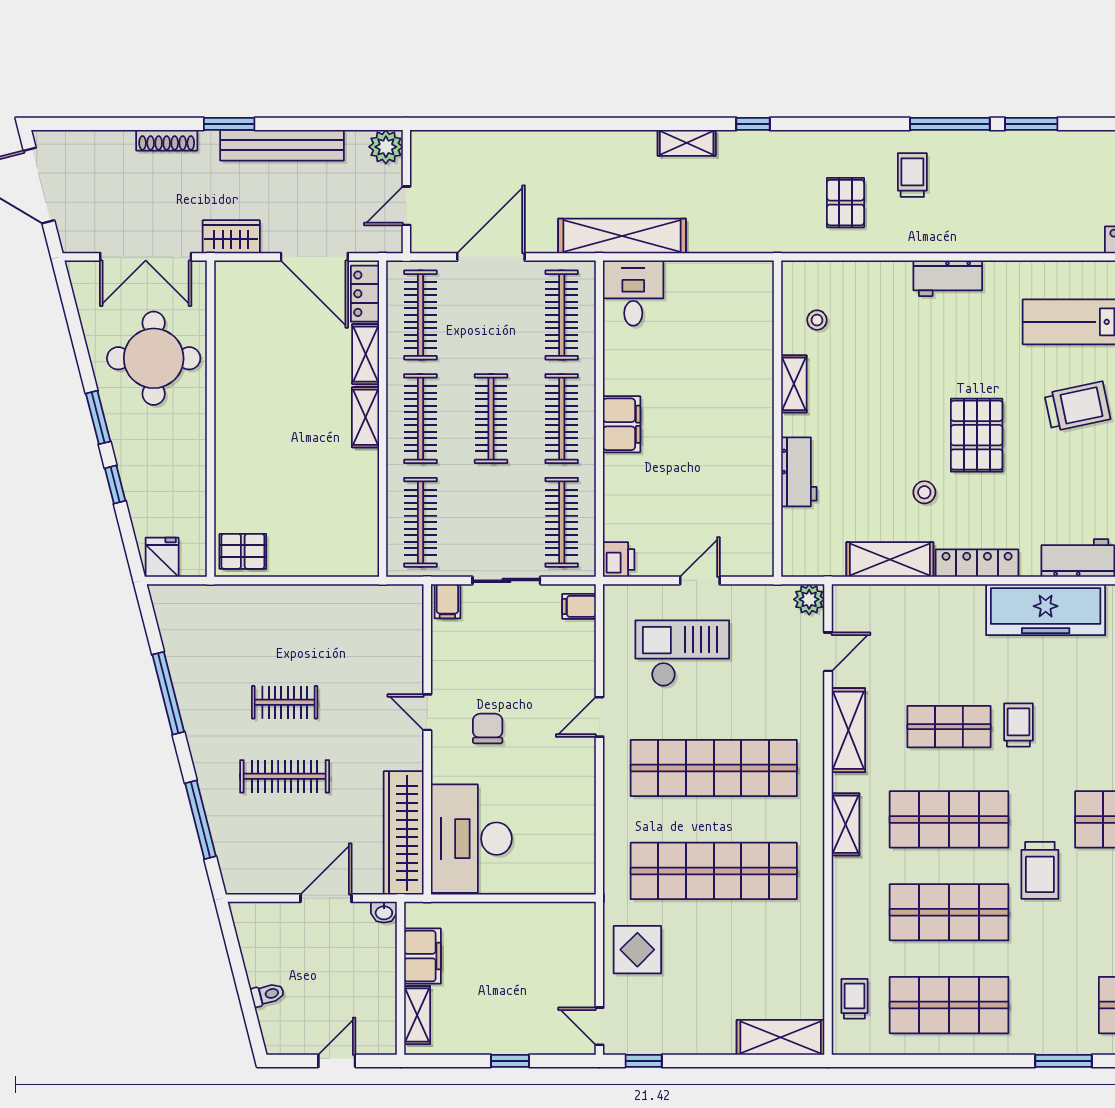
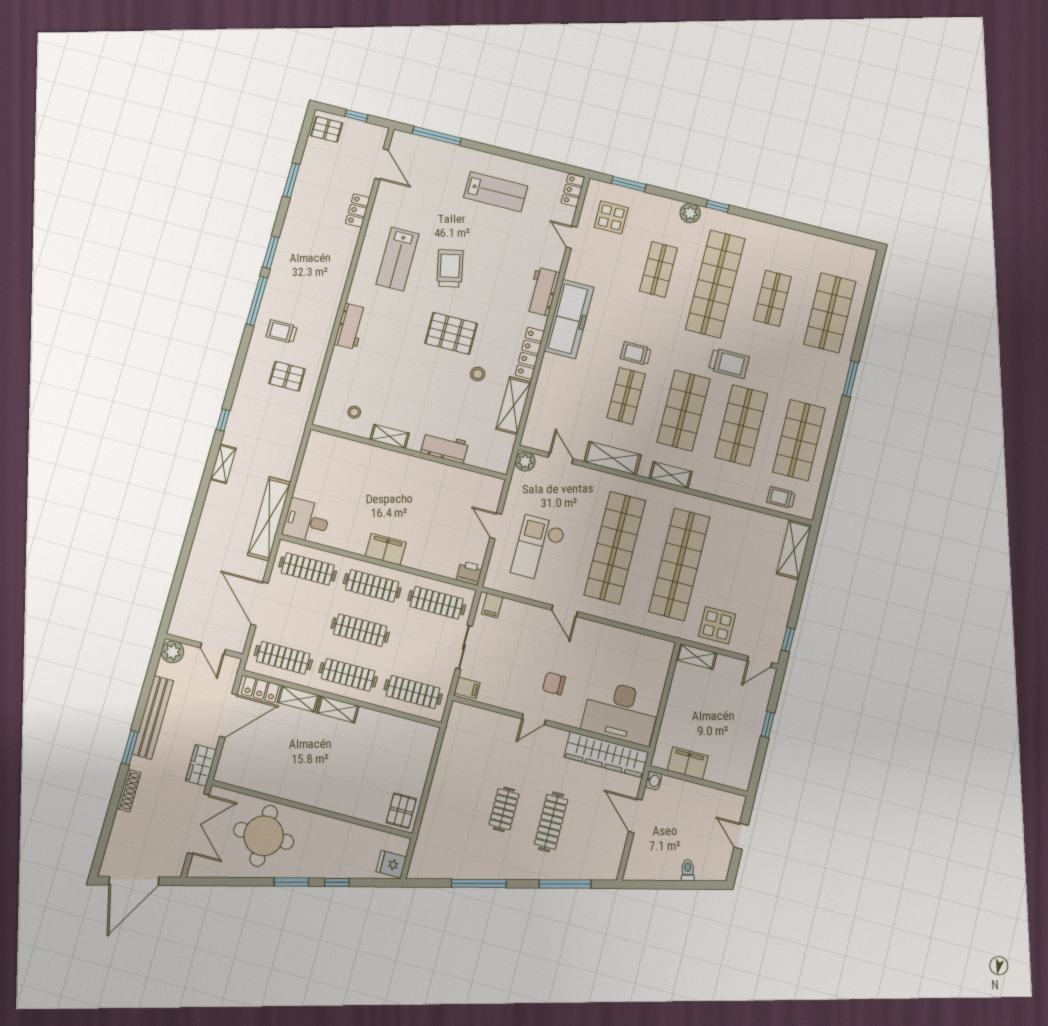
shelving: (417, 1015) -> (697, 657), moved

